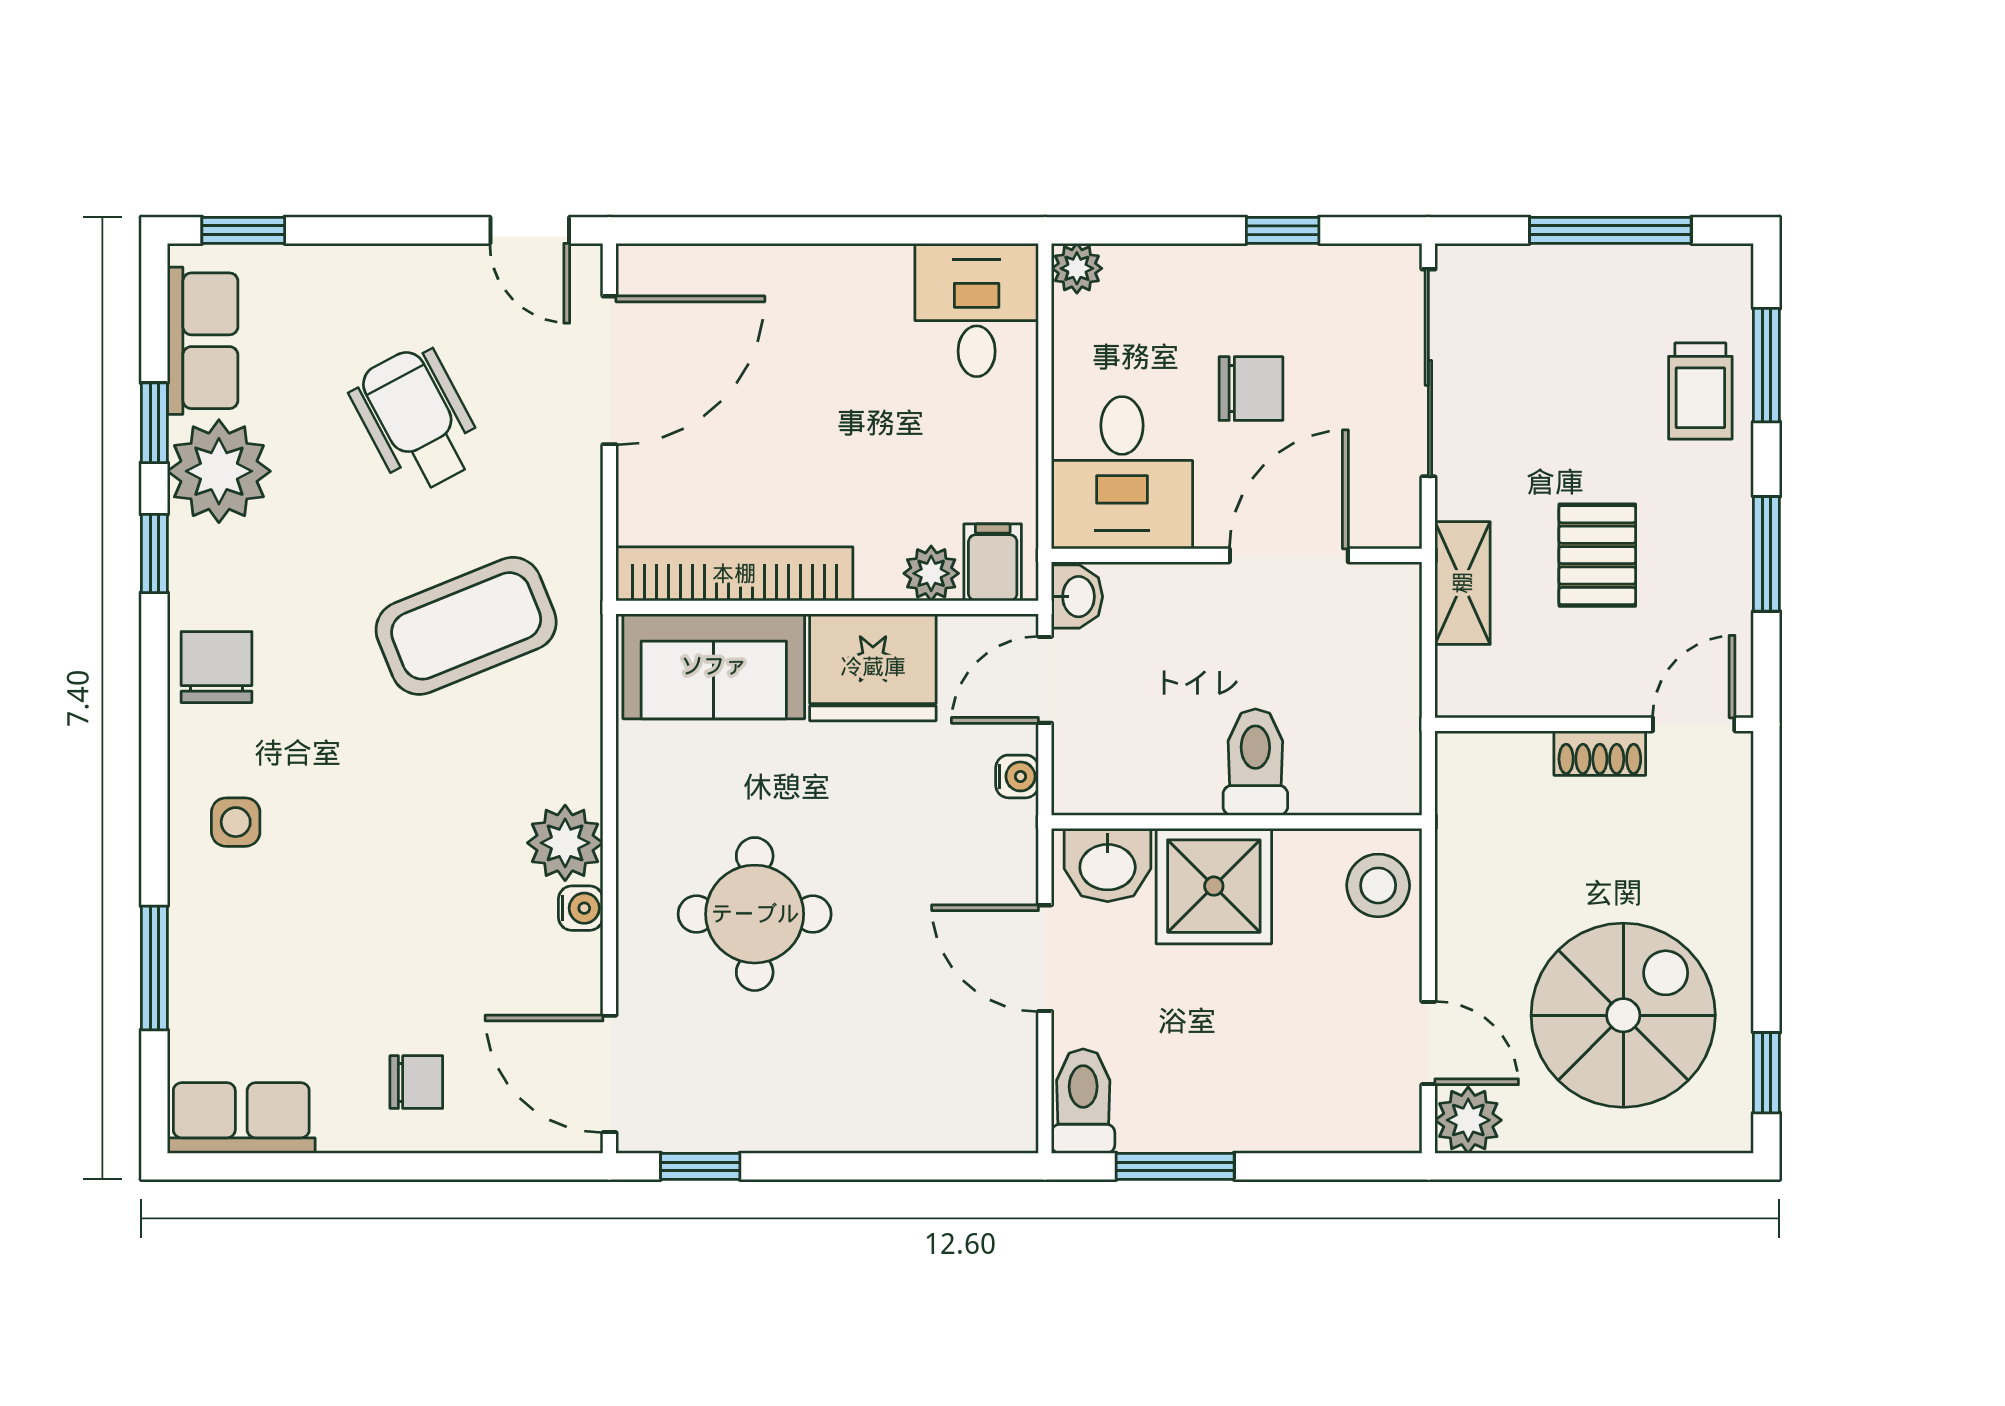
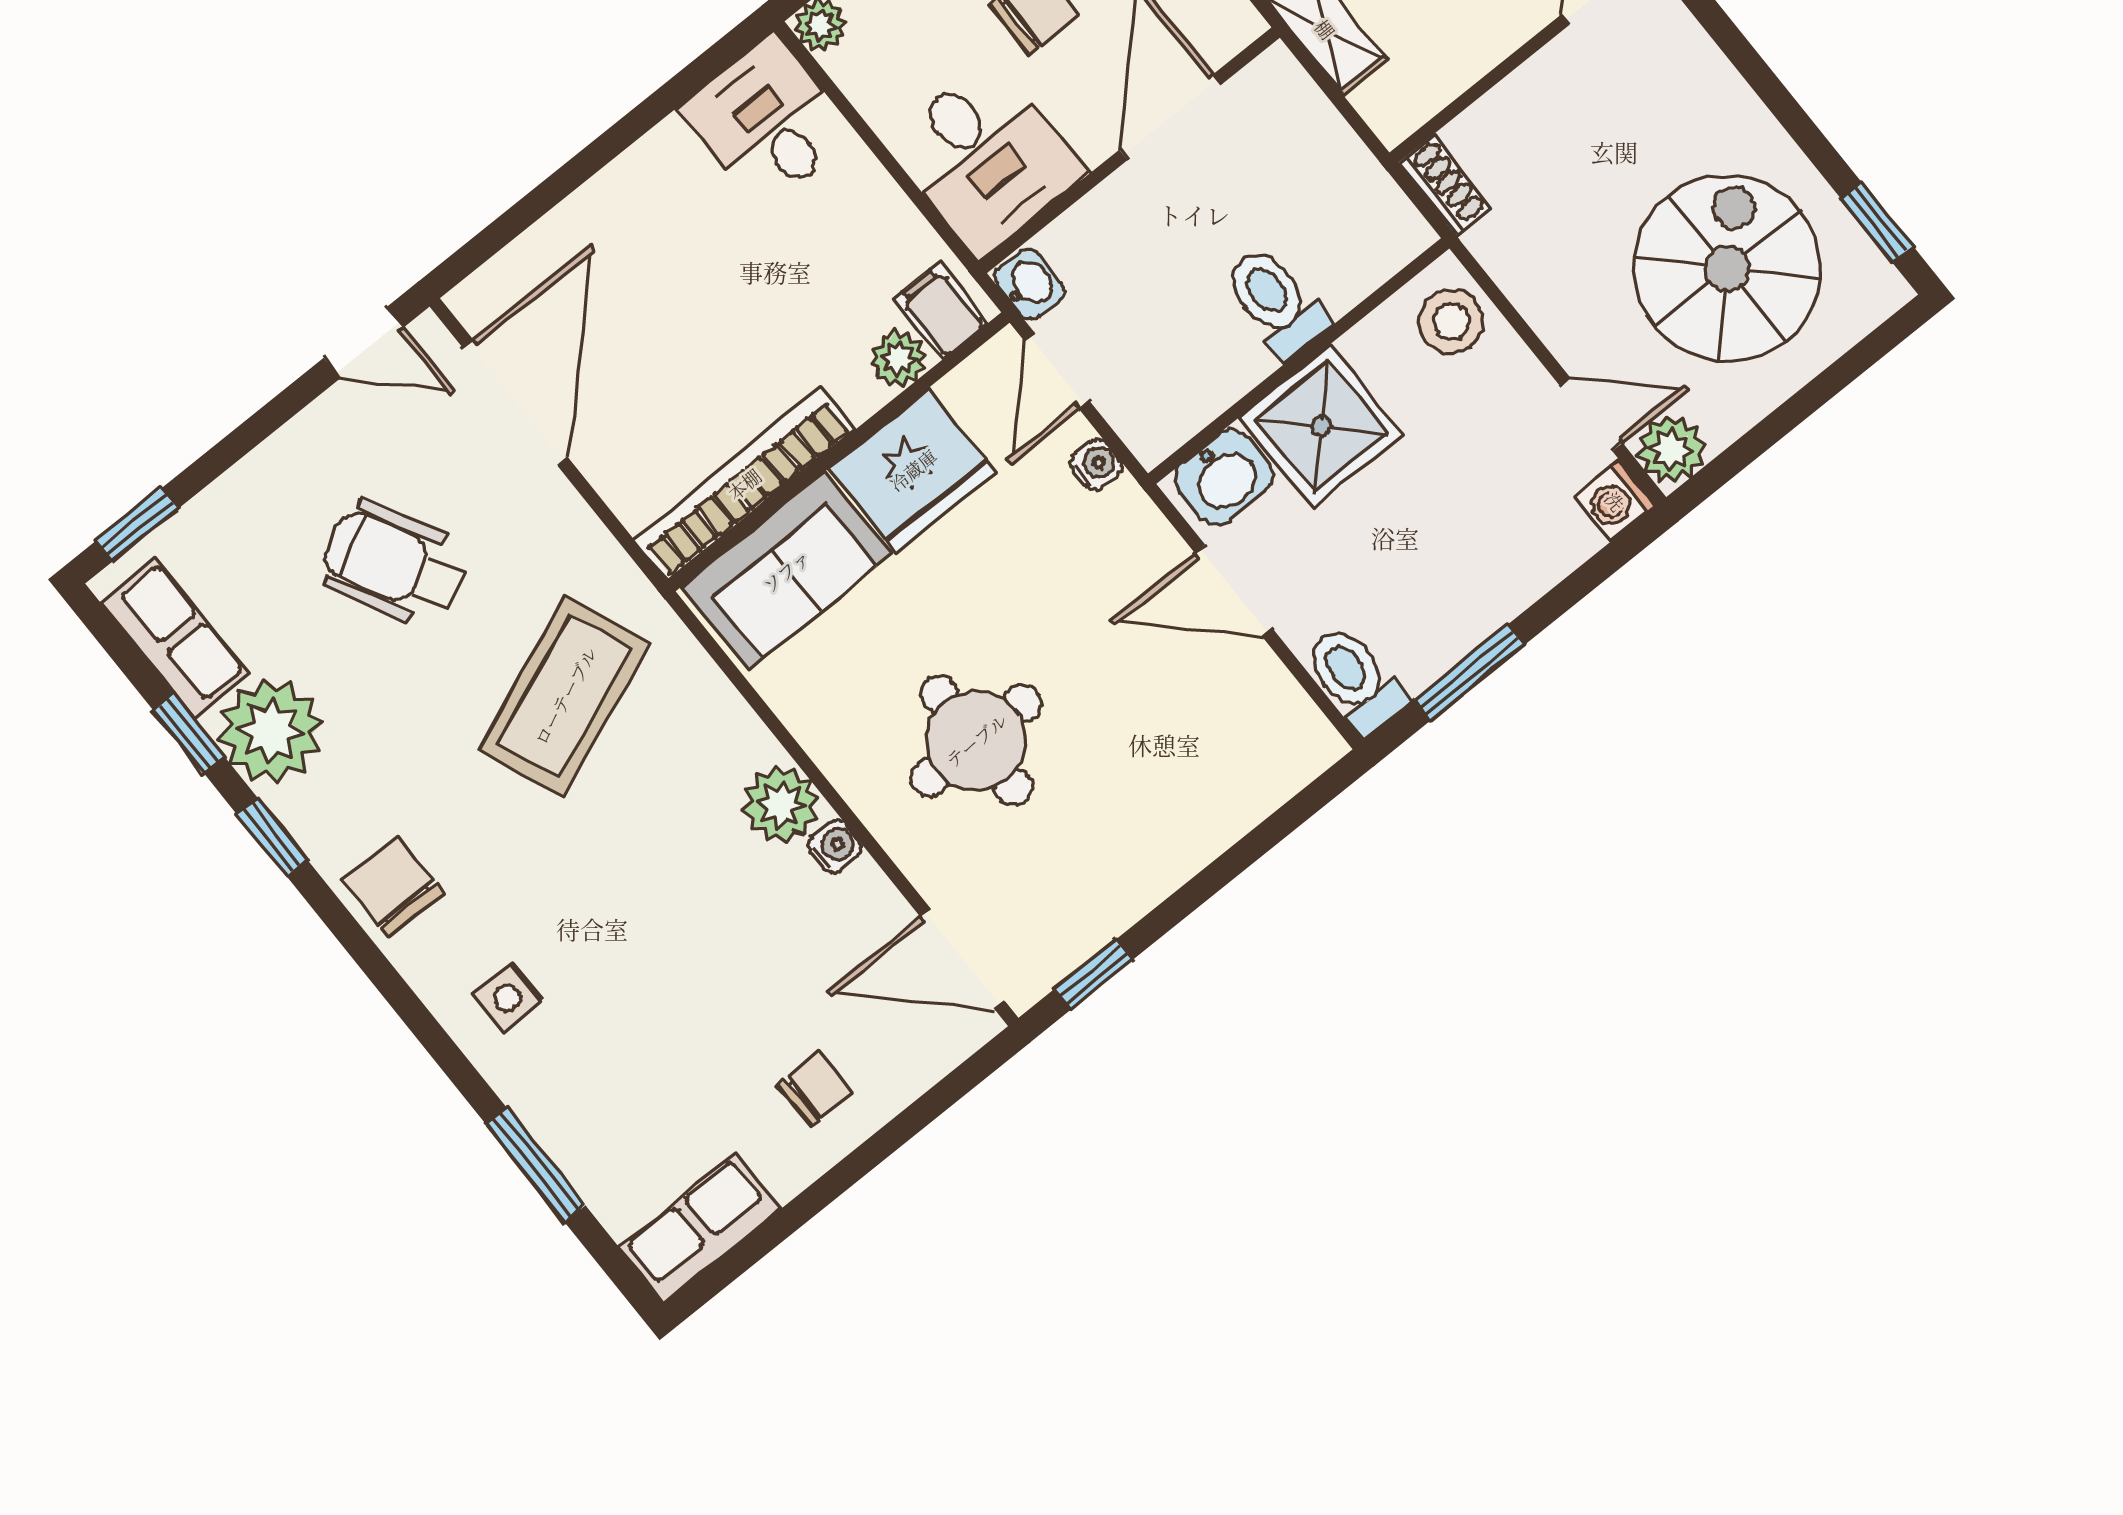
shoe rack: (1600, 753) -> (1444, 185), moved, turned -90
washing machine: (1393, 1125) -> (1615, 501), added

